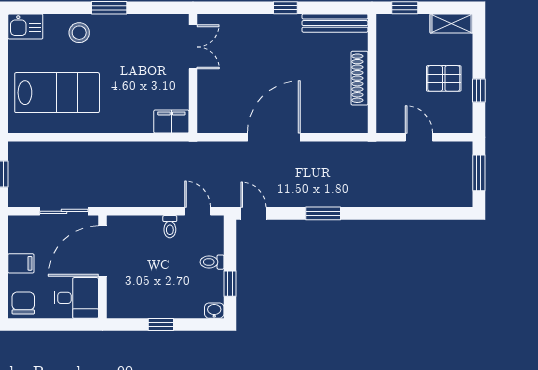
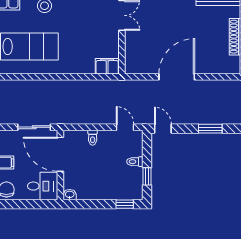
toilet: (170, 227) -> (93, 138), moved
door: (102, 251) -> (60, 154), hinge flipped
washbasin: (214, 311) -> (70, 195), moved
window: (161, 324) -> (125, 204), moved

